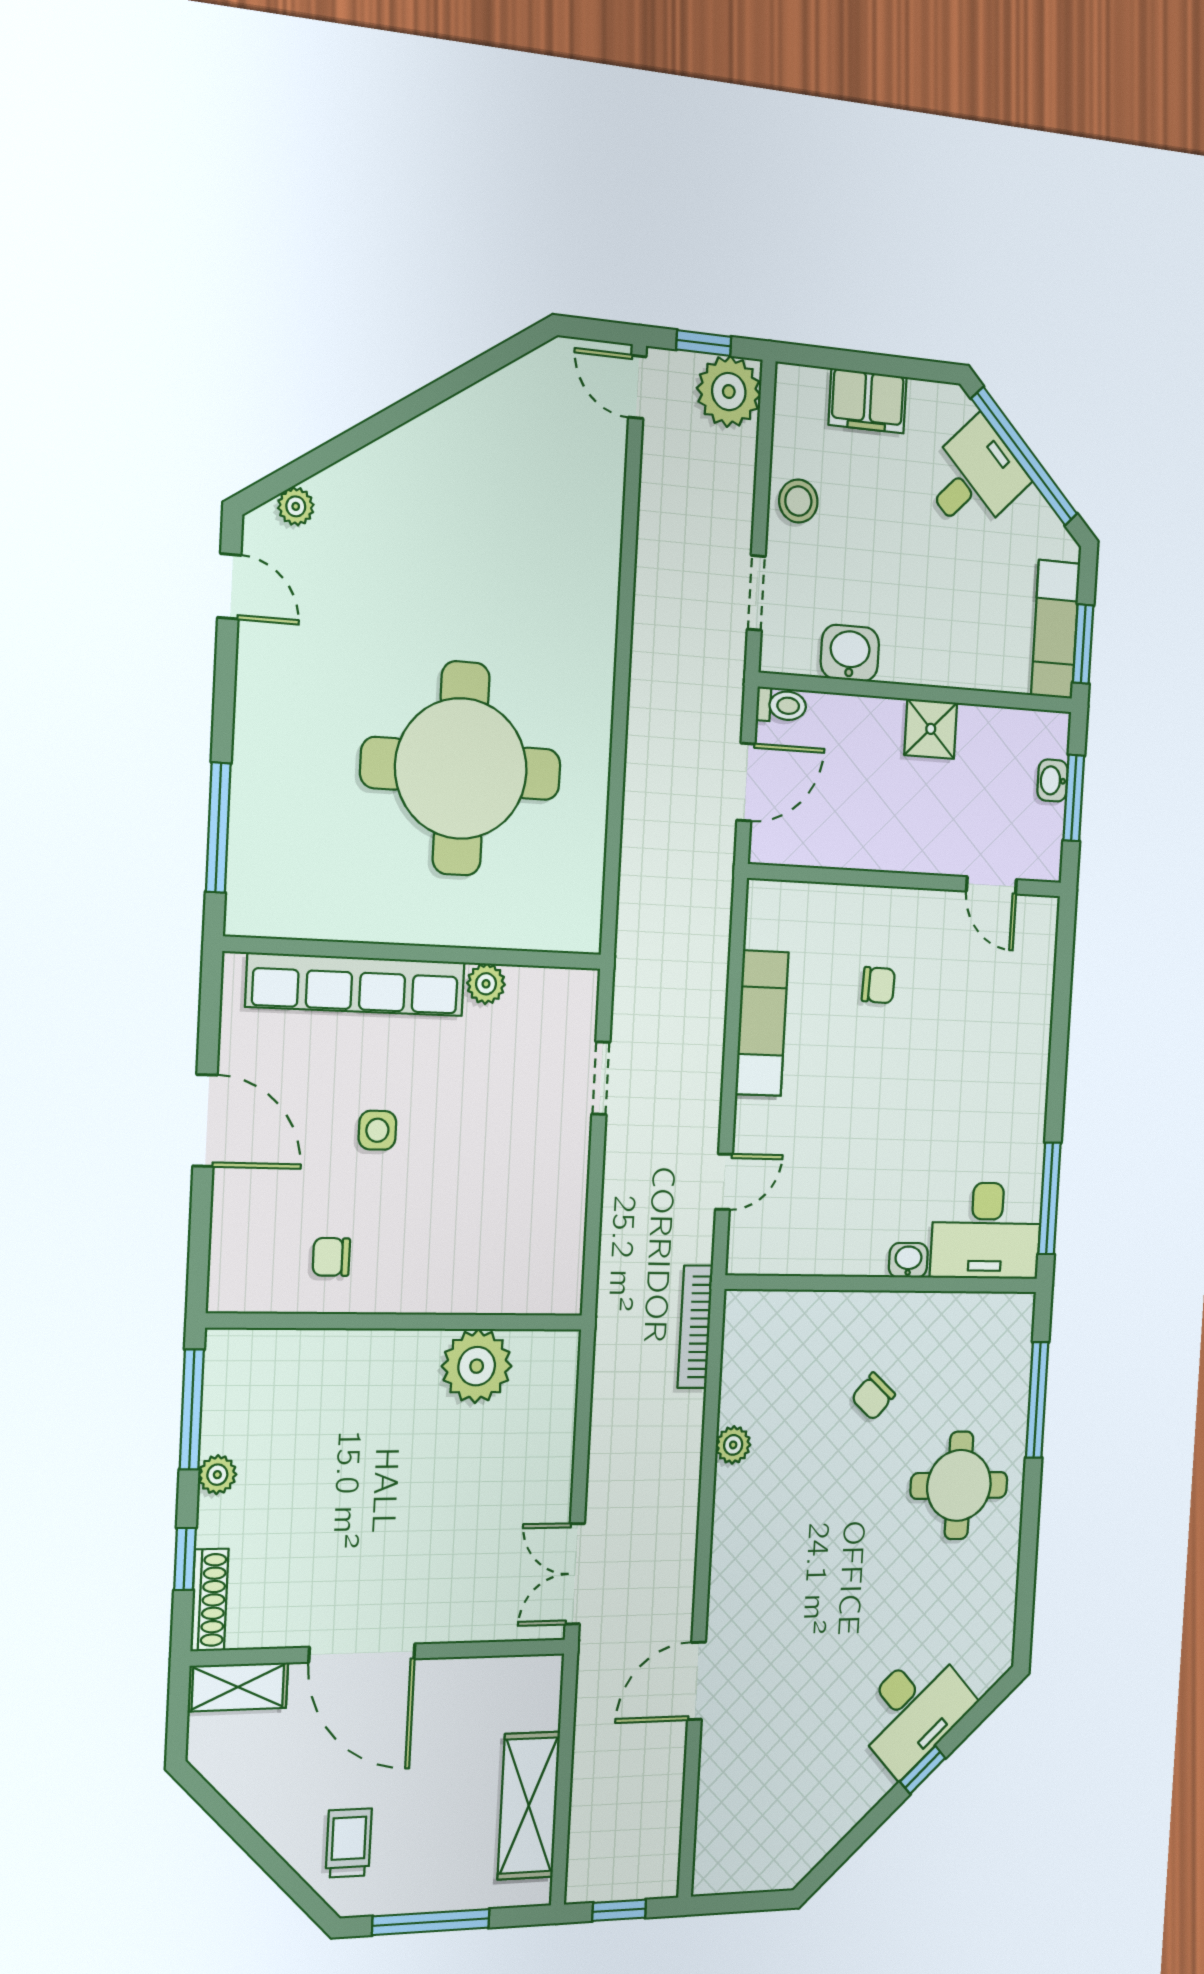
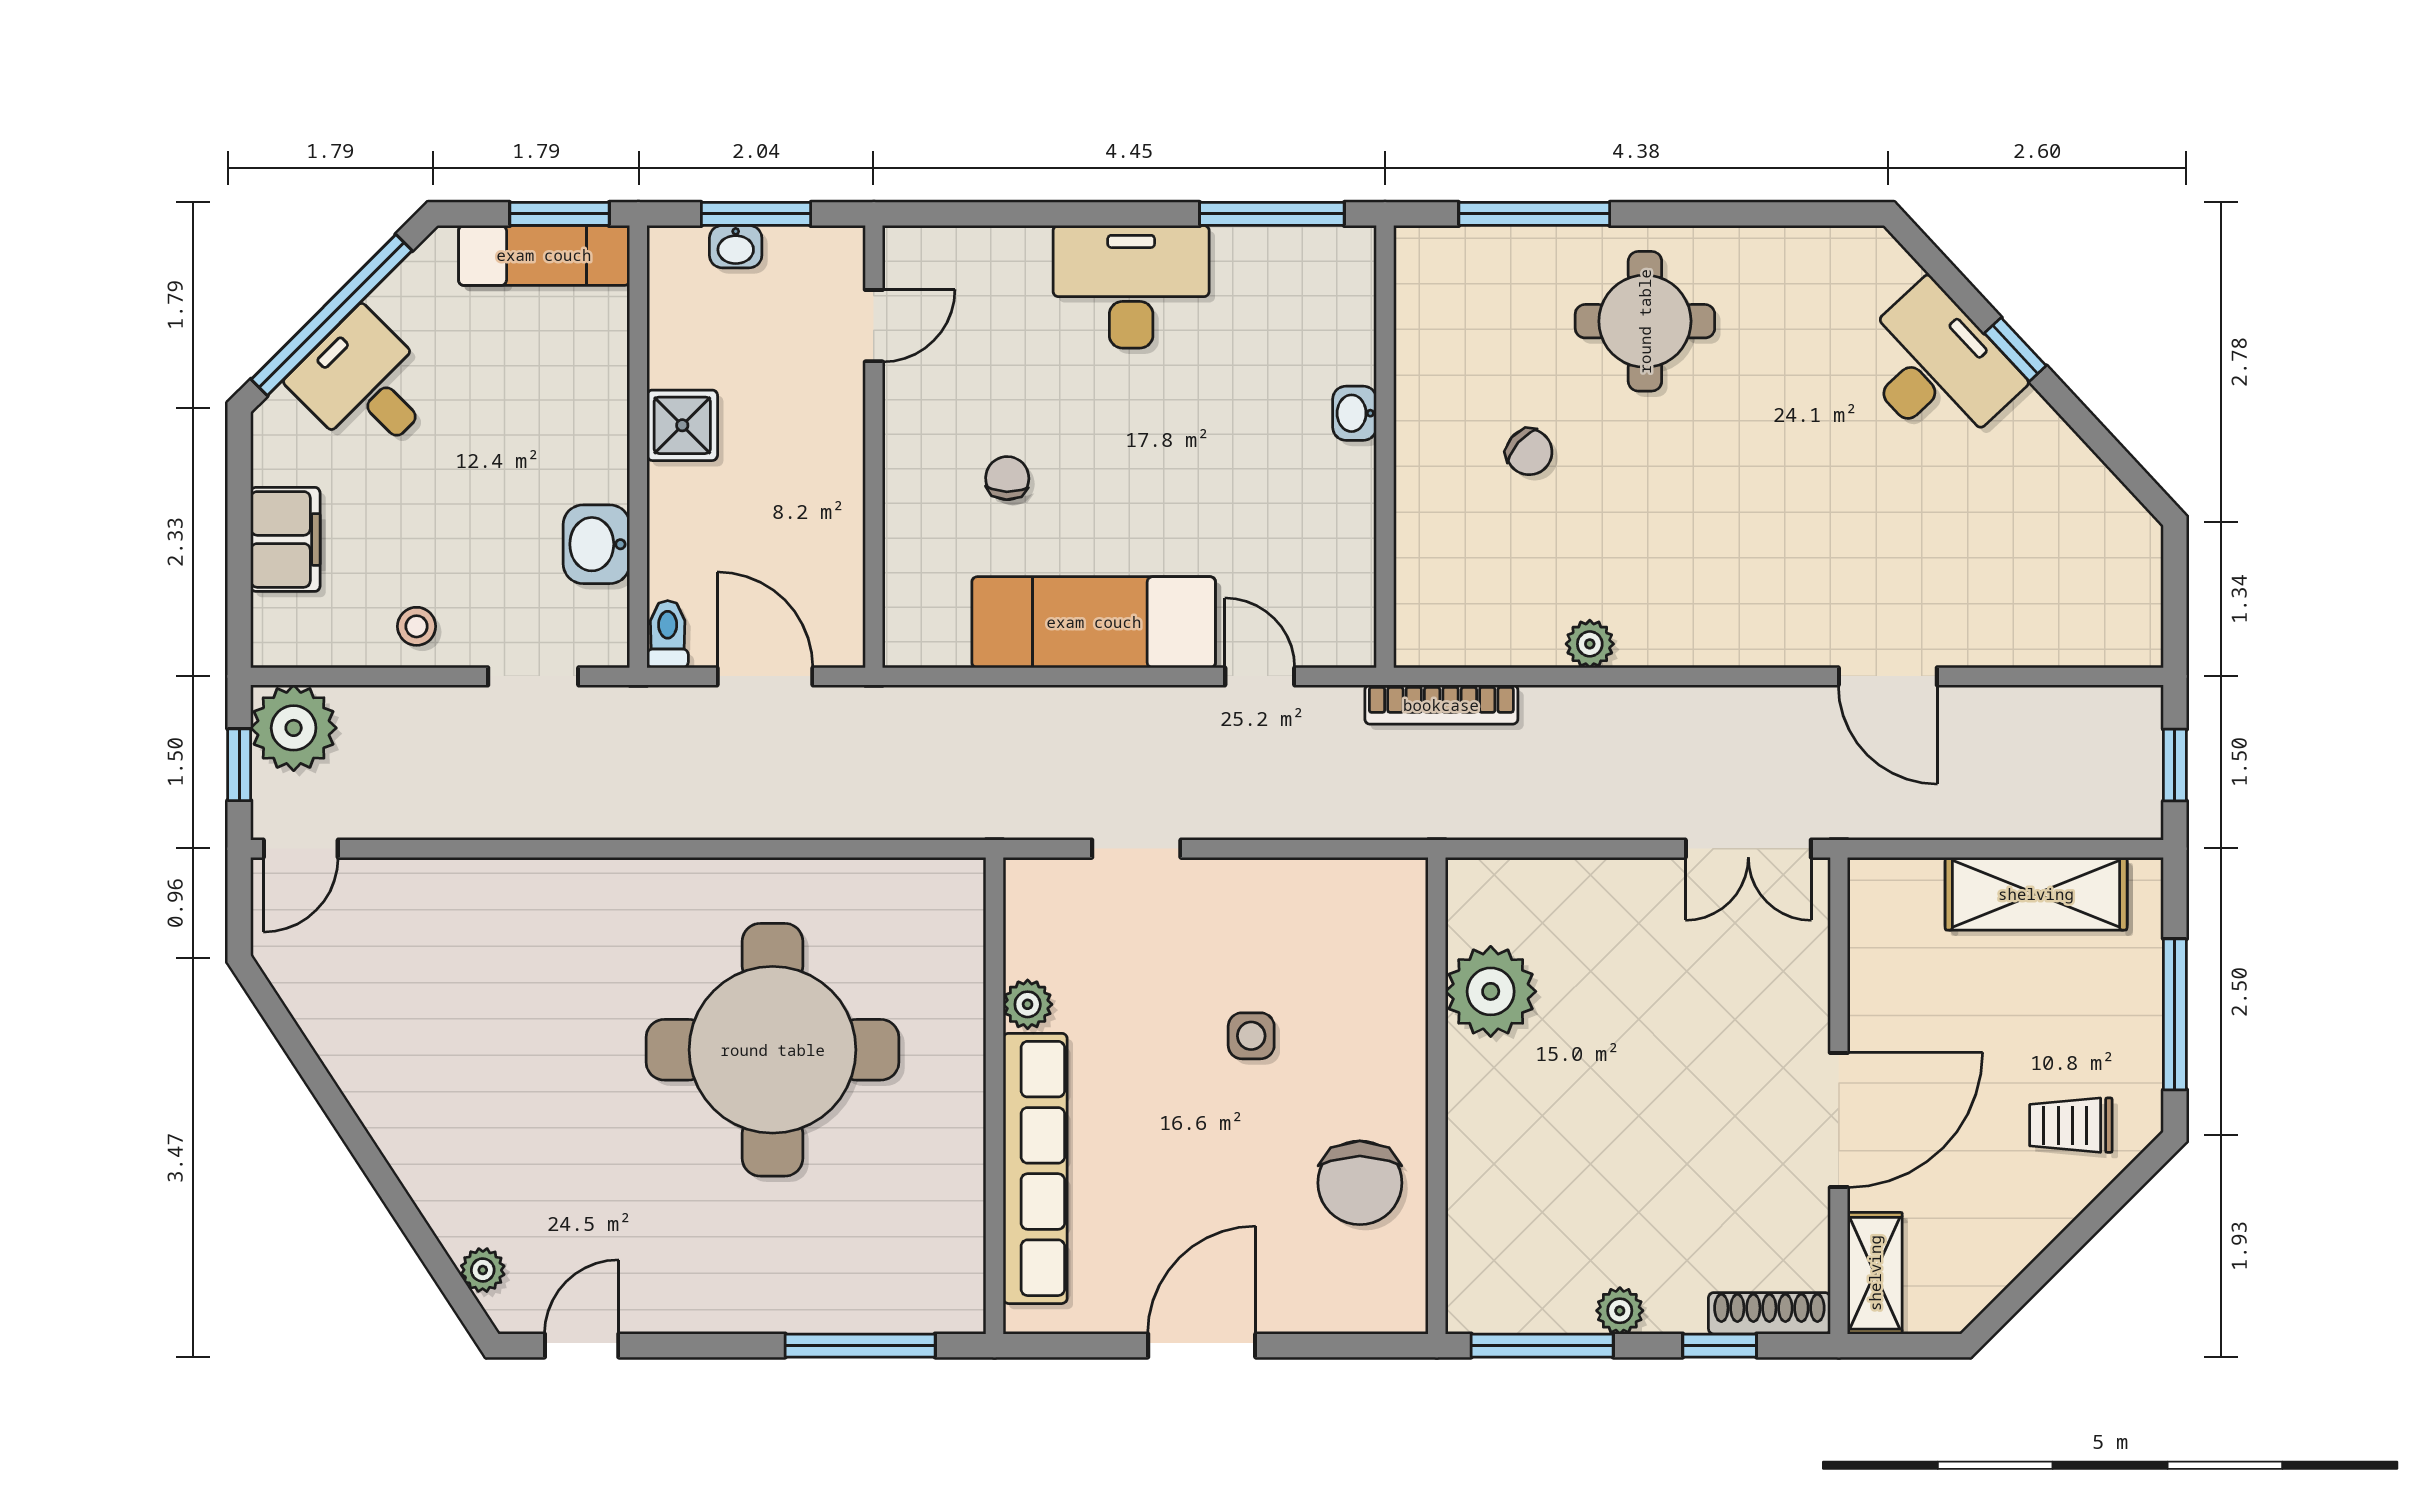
stool: (798, 501) -> (417, 626), width x0.73, depth x0.73
exam couch: (762, 1023) -> (1094, 622), width x1.36, depth x1.45
side table: (377, 1130) -> (1251, 1036), moved
desk: (986, 1231) -> (1131, 287), moved, turned -90
chair: (331, 1257) -> (1360, 1183), width x1.87, depth x1.87

